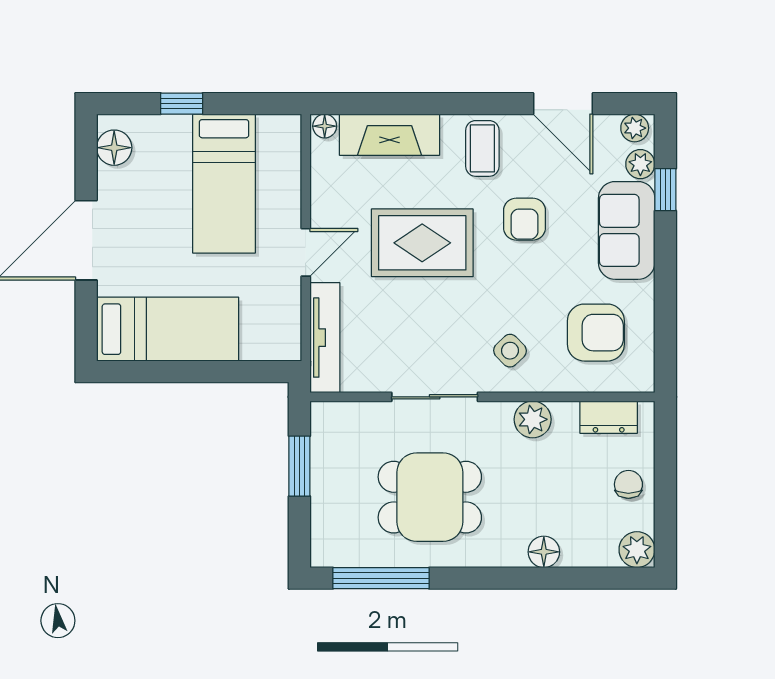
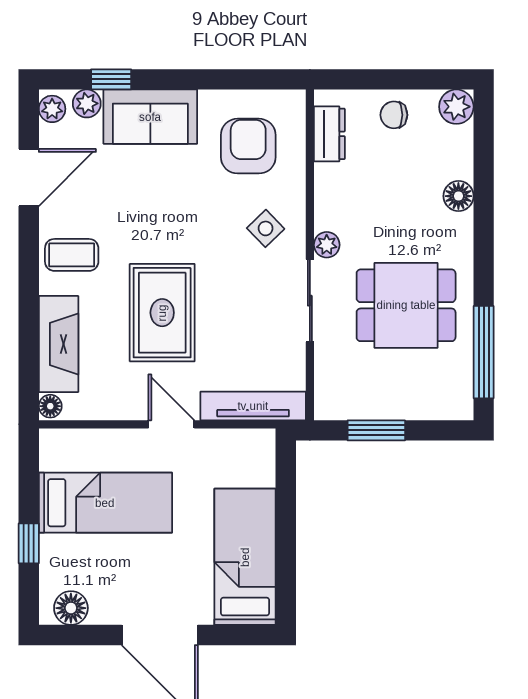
armchair: (524, 219) -> (139, 215), removed
plant: (533, 419) -> (327, 245), moved, width x0.73, depth x0.73
dining table: (430, 497) -> (406, 305), turned 90

